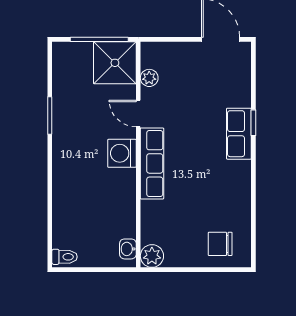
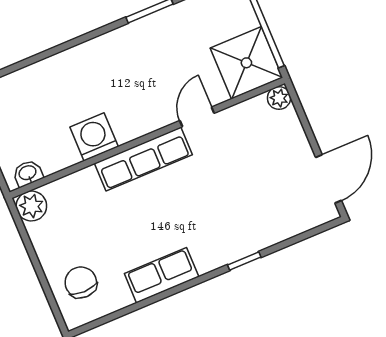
plant: (149, 78) -> (279, 98), moved
row of seats: (239, 134) -> (162, 275), moved
washing machine: (122, 153) -> (94, 137), moved

